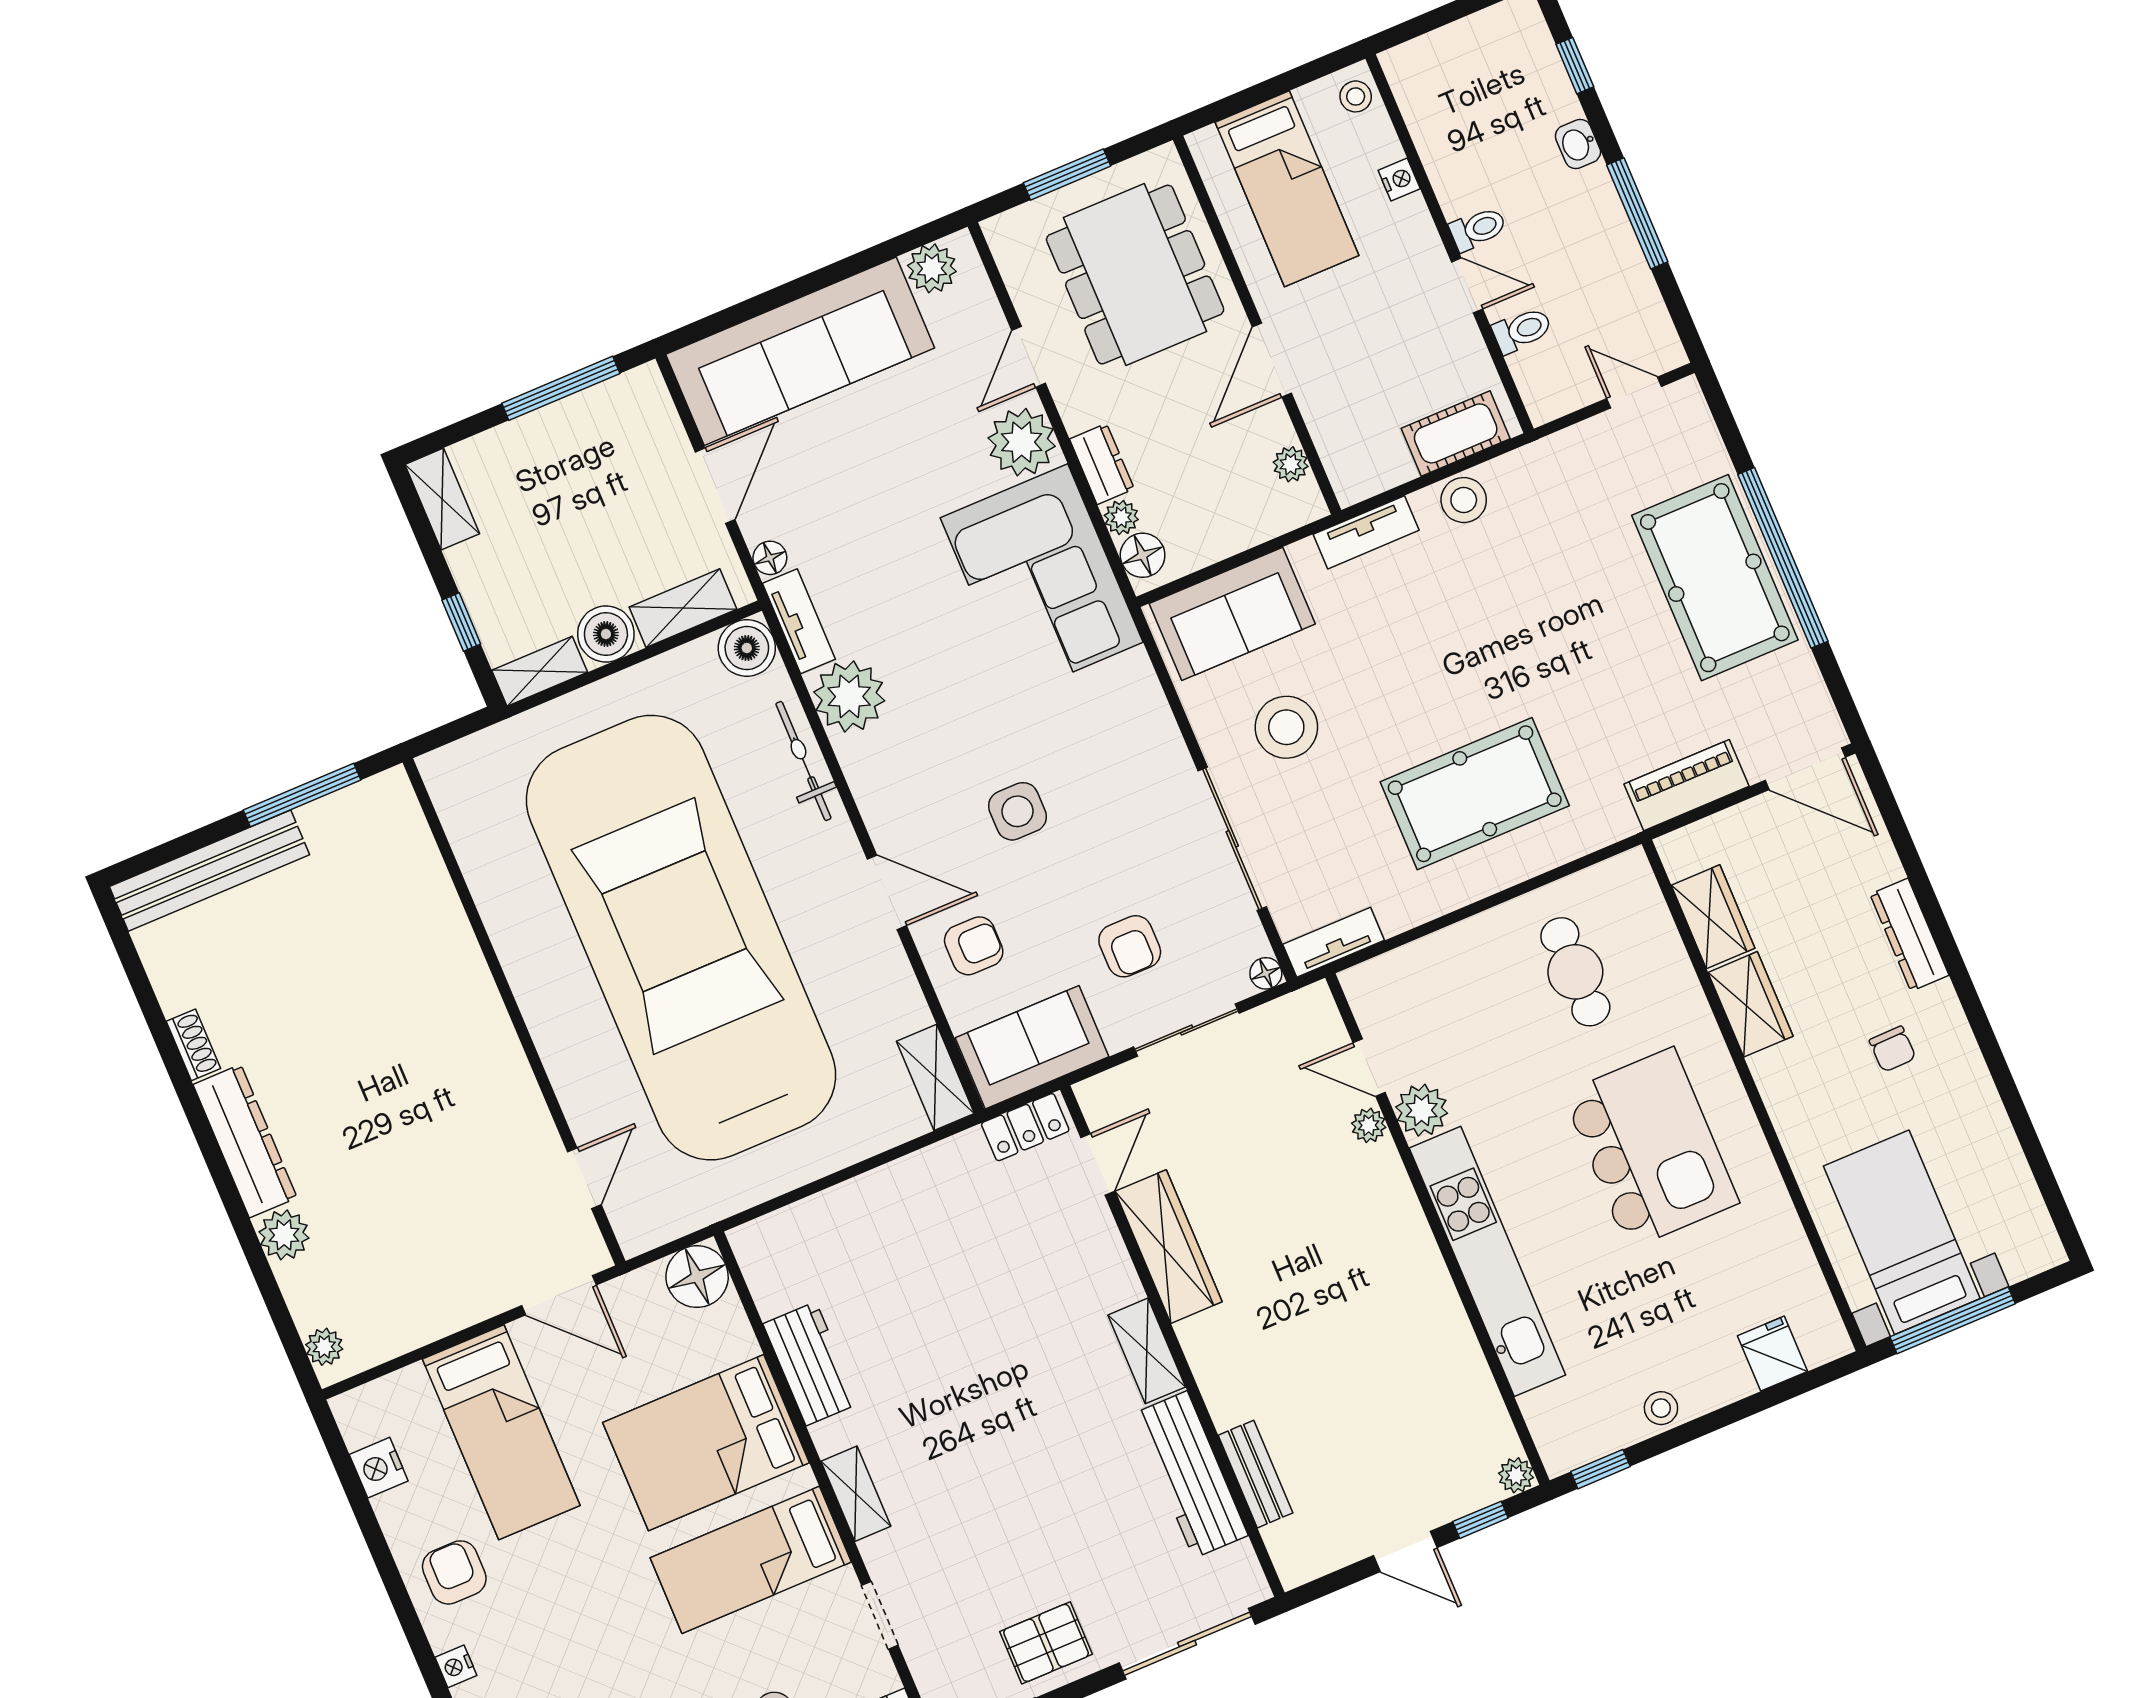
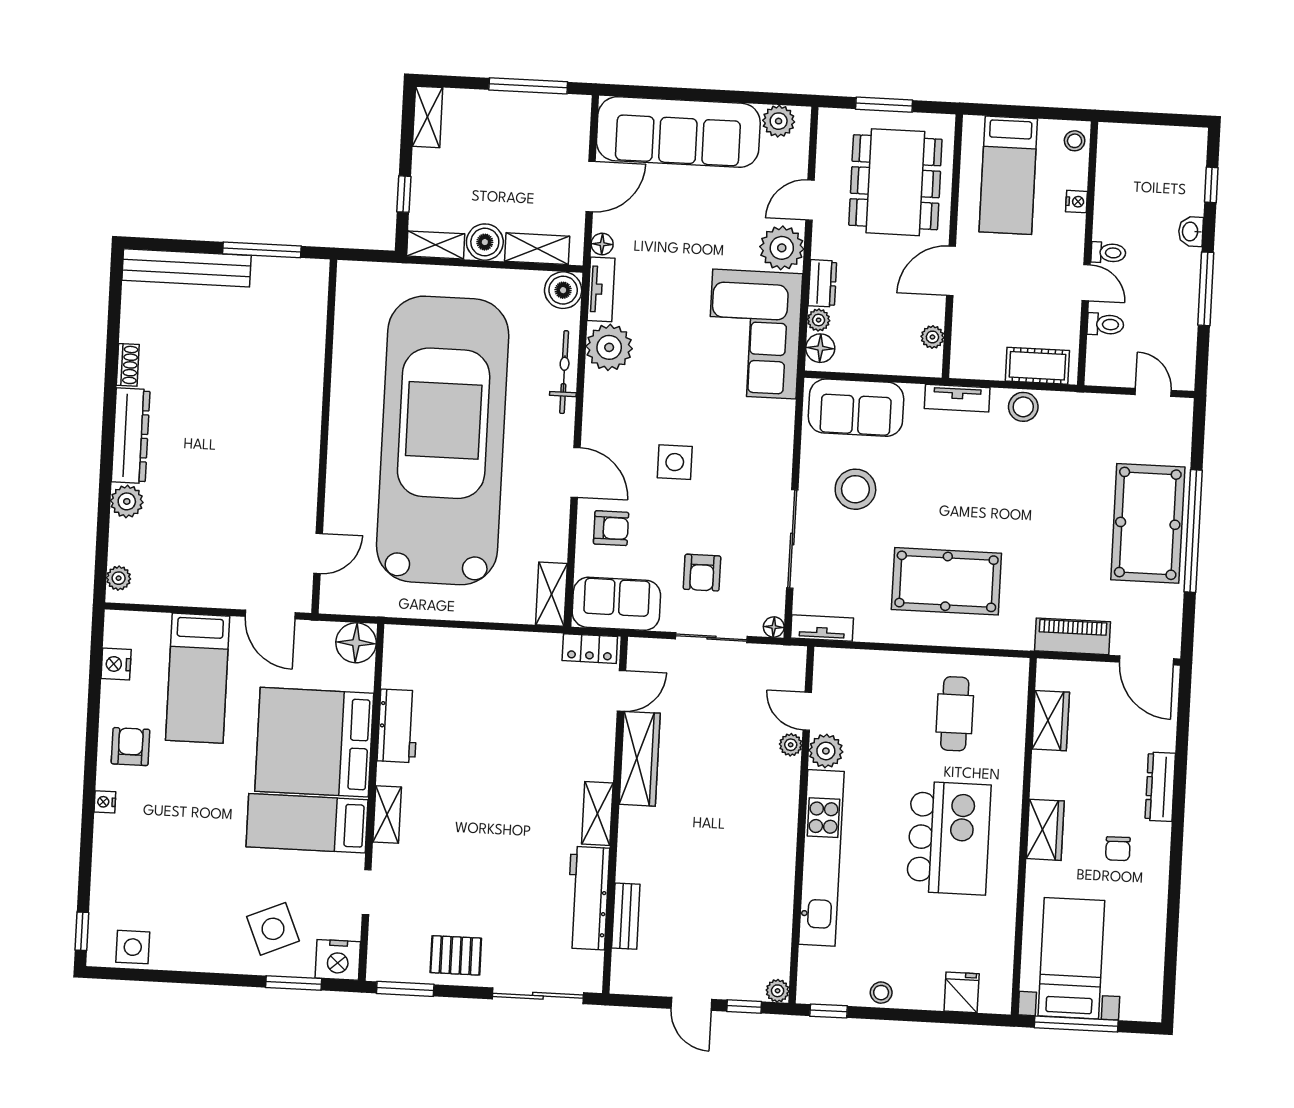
wardrobe: (1750, 1004) -> (1045, 830), moved
bed: (706, 1443) -> (314, 742), width x1.36

